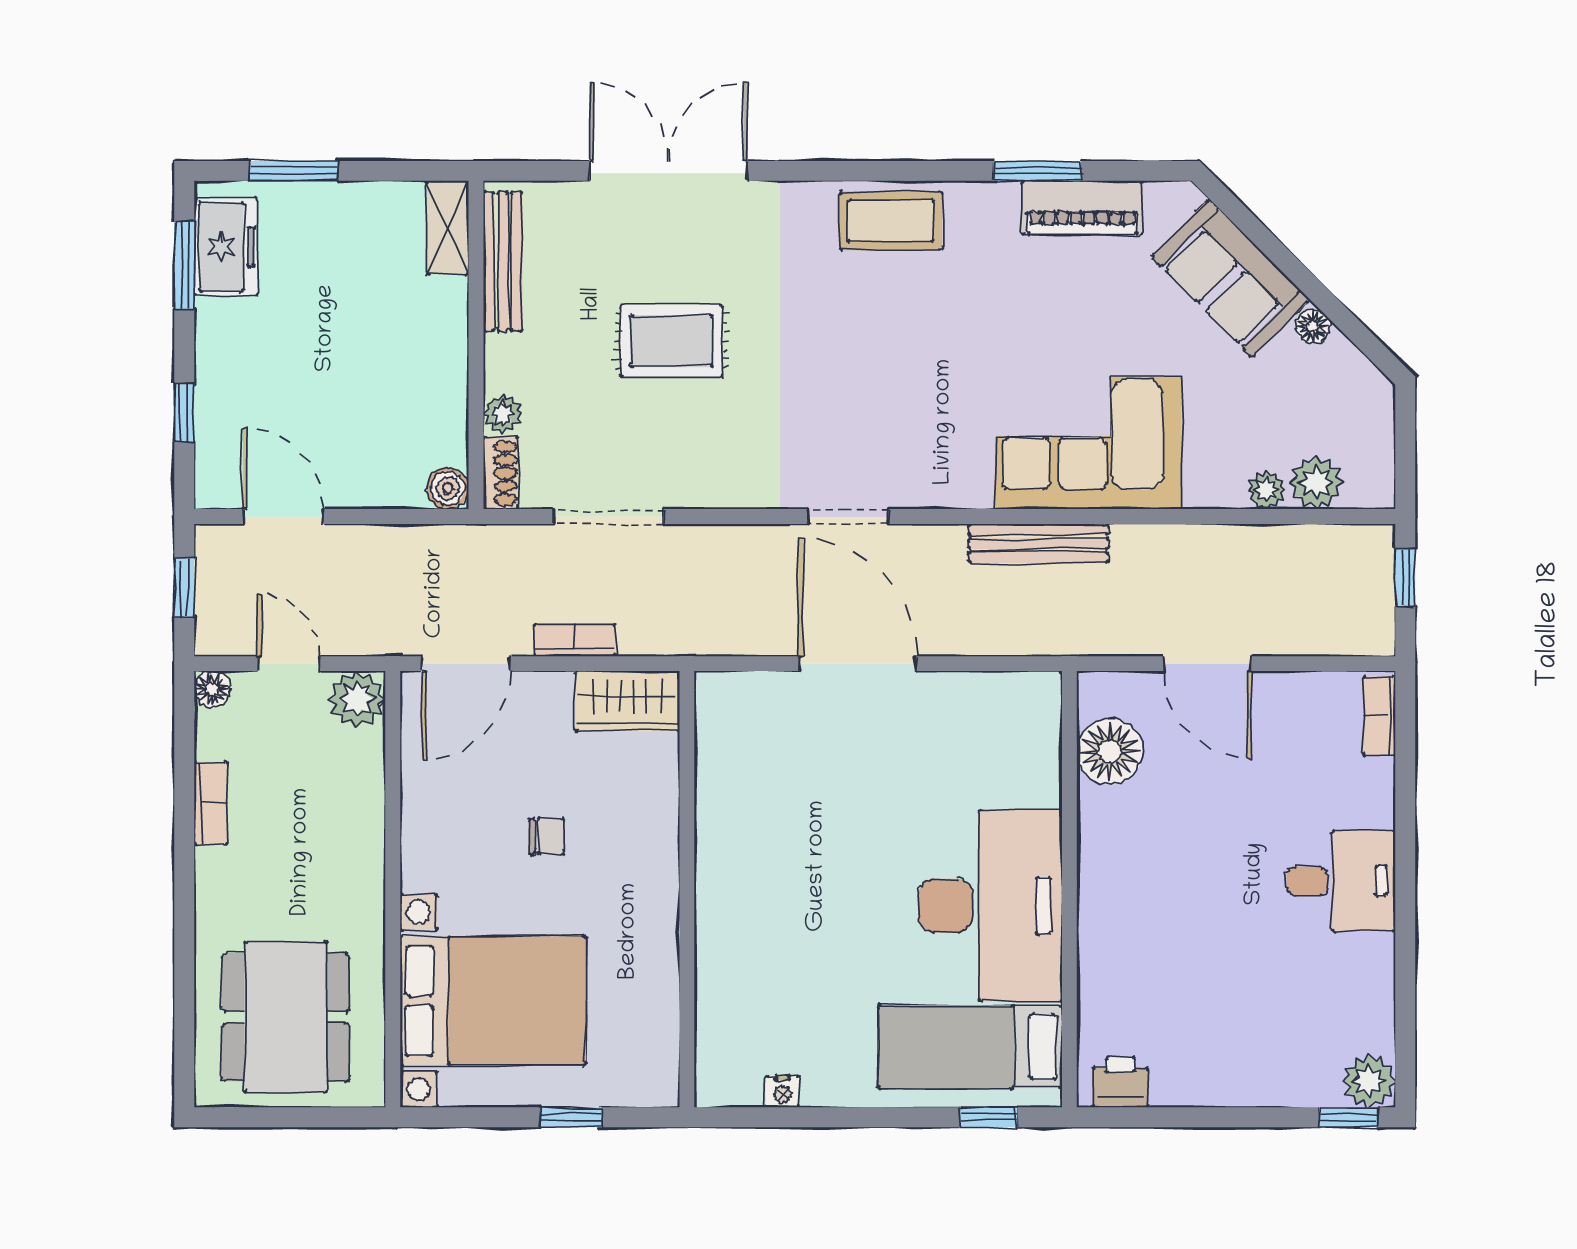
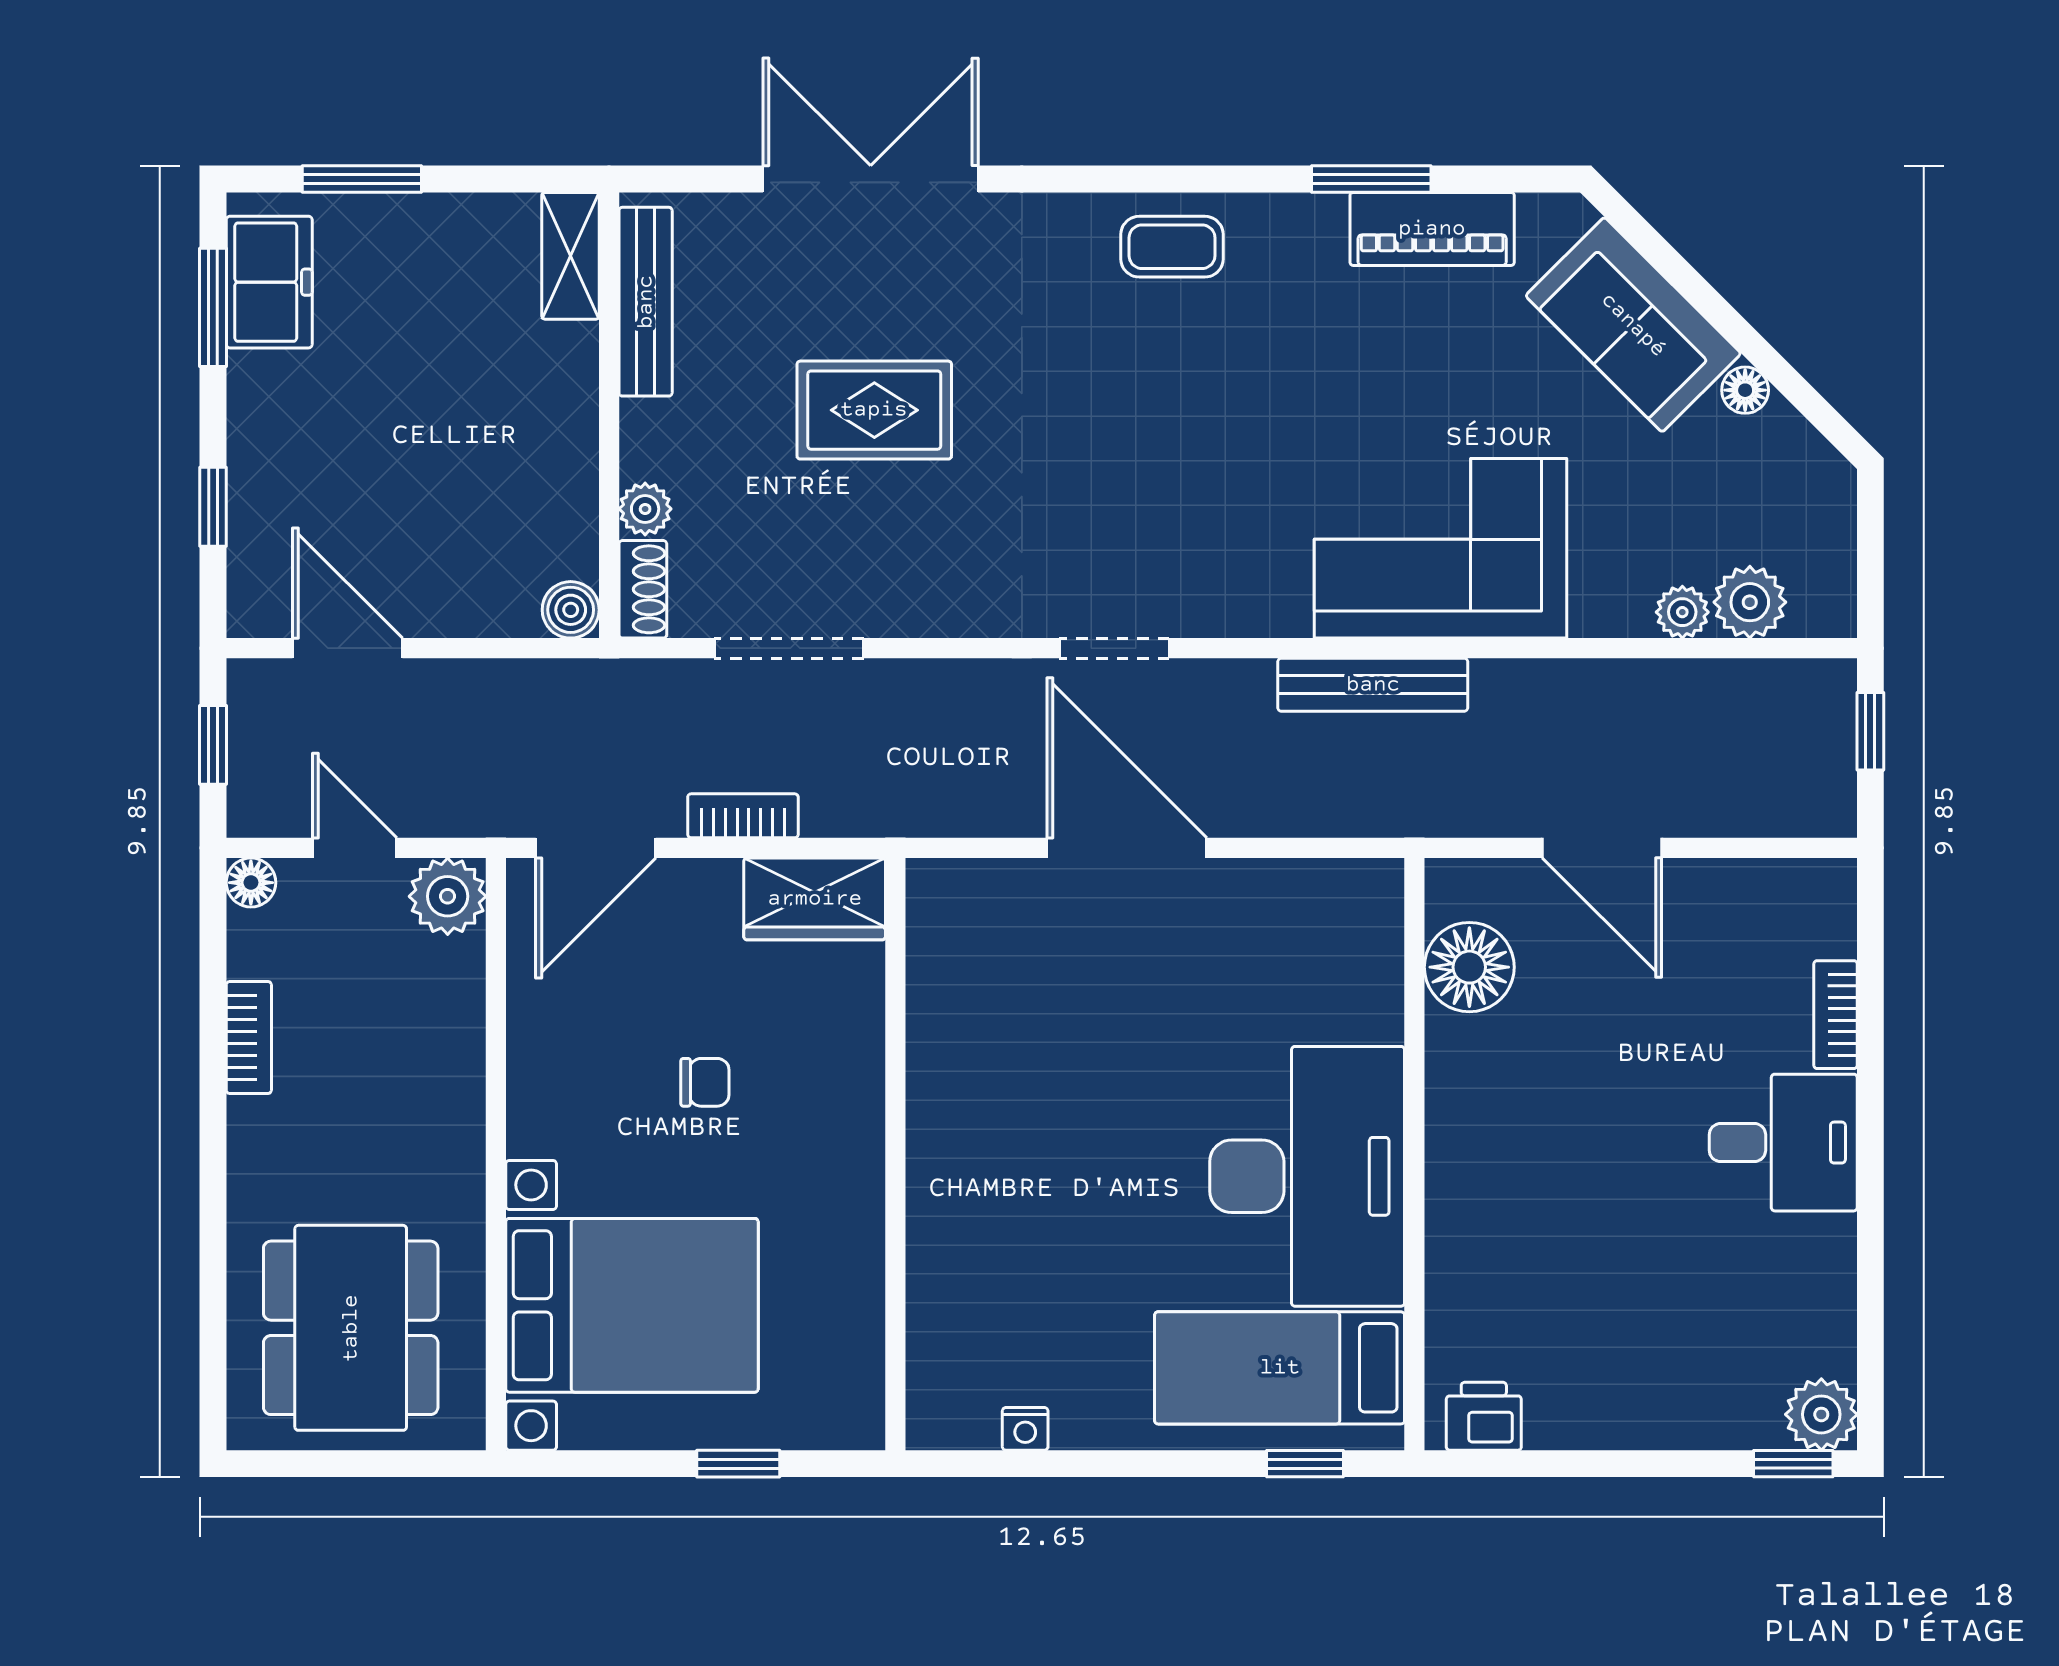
coffee table: (891, 221) -> (1172, 247), width x0.73, depth x0.77
bookcase: (1380, 716) -> (1835, 1015), moved

